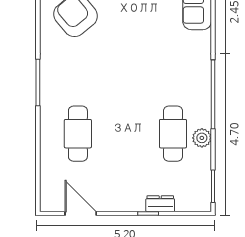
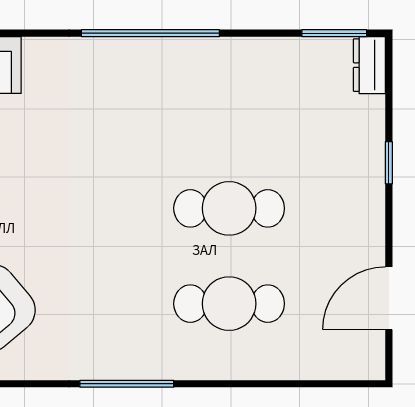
cafe table: (173, 134) -> (229, 208), moved
plant: (202, 138) -> (238, 55), removed
dresser: (160, 204) -> (369, 65), moved

